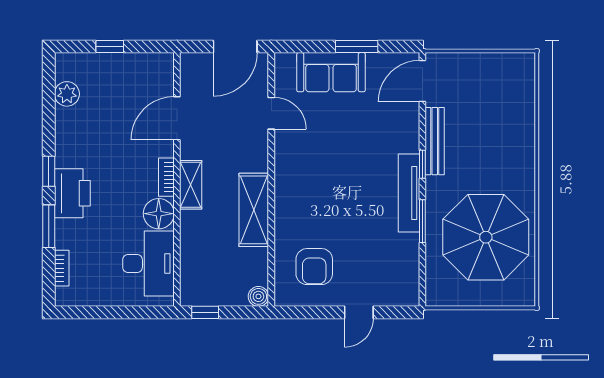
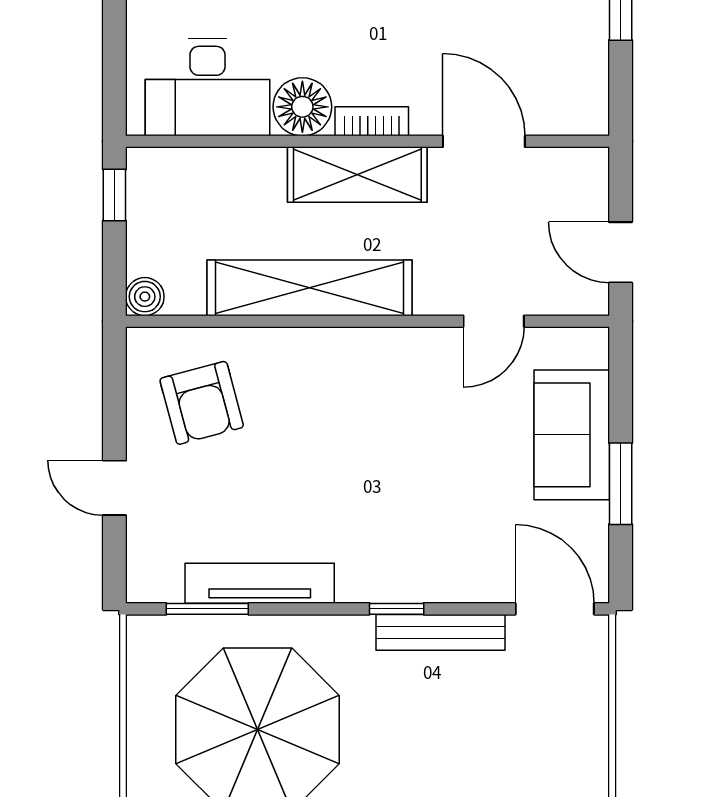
door: (235, 47) -> (621, 252), width x0.73
shelving: (191, 185) -> (357, 175), width x1.50, depth x1.33
tv unit: (409, 193) -> (260, 583), moved
shelving: (254, 210) -> (310, 288), width x1.47
window: (422, 221) -> (207, 609), moved
armchair: (314, 267) -> (202, 403), turned -105

